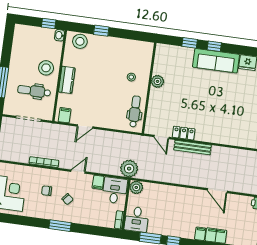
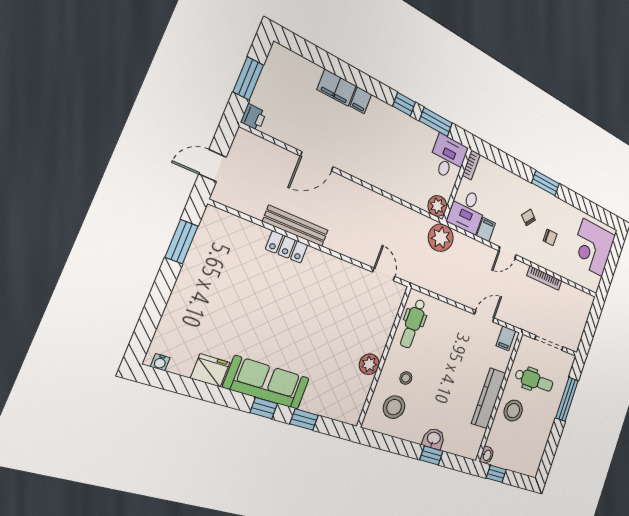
stool: (80, 41) -> (394, 407), moved
washbasin: (102, 42) -> (434, 439), added
kitchen counter: (67, 80) -> (489, 398), width x1.50
locker: (184, 133) -> (287, 247), moved
bench: (193, 148) -> (296, 226), moved
door: (217, 191) -> (317, 161), swing flipped

